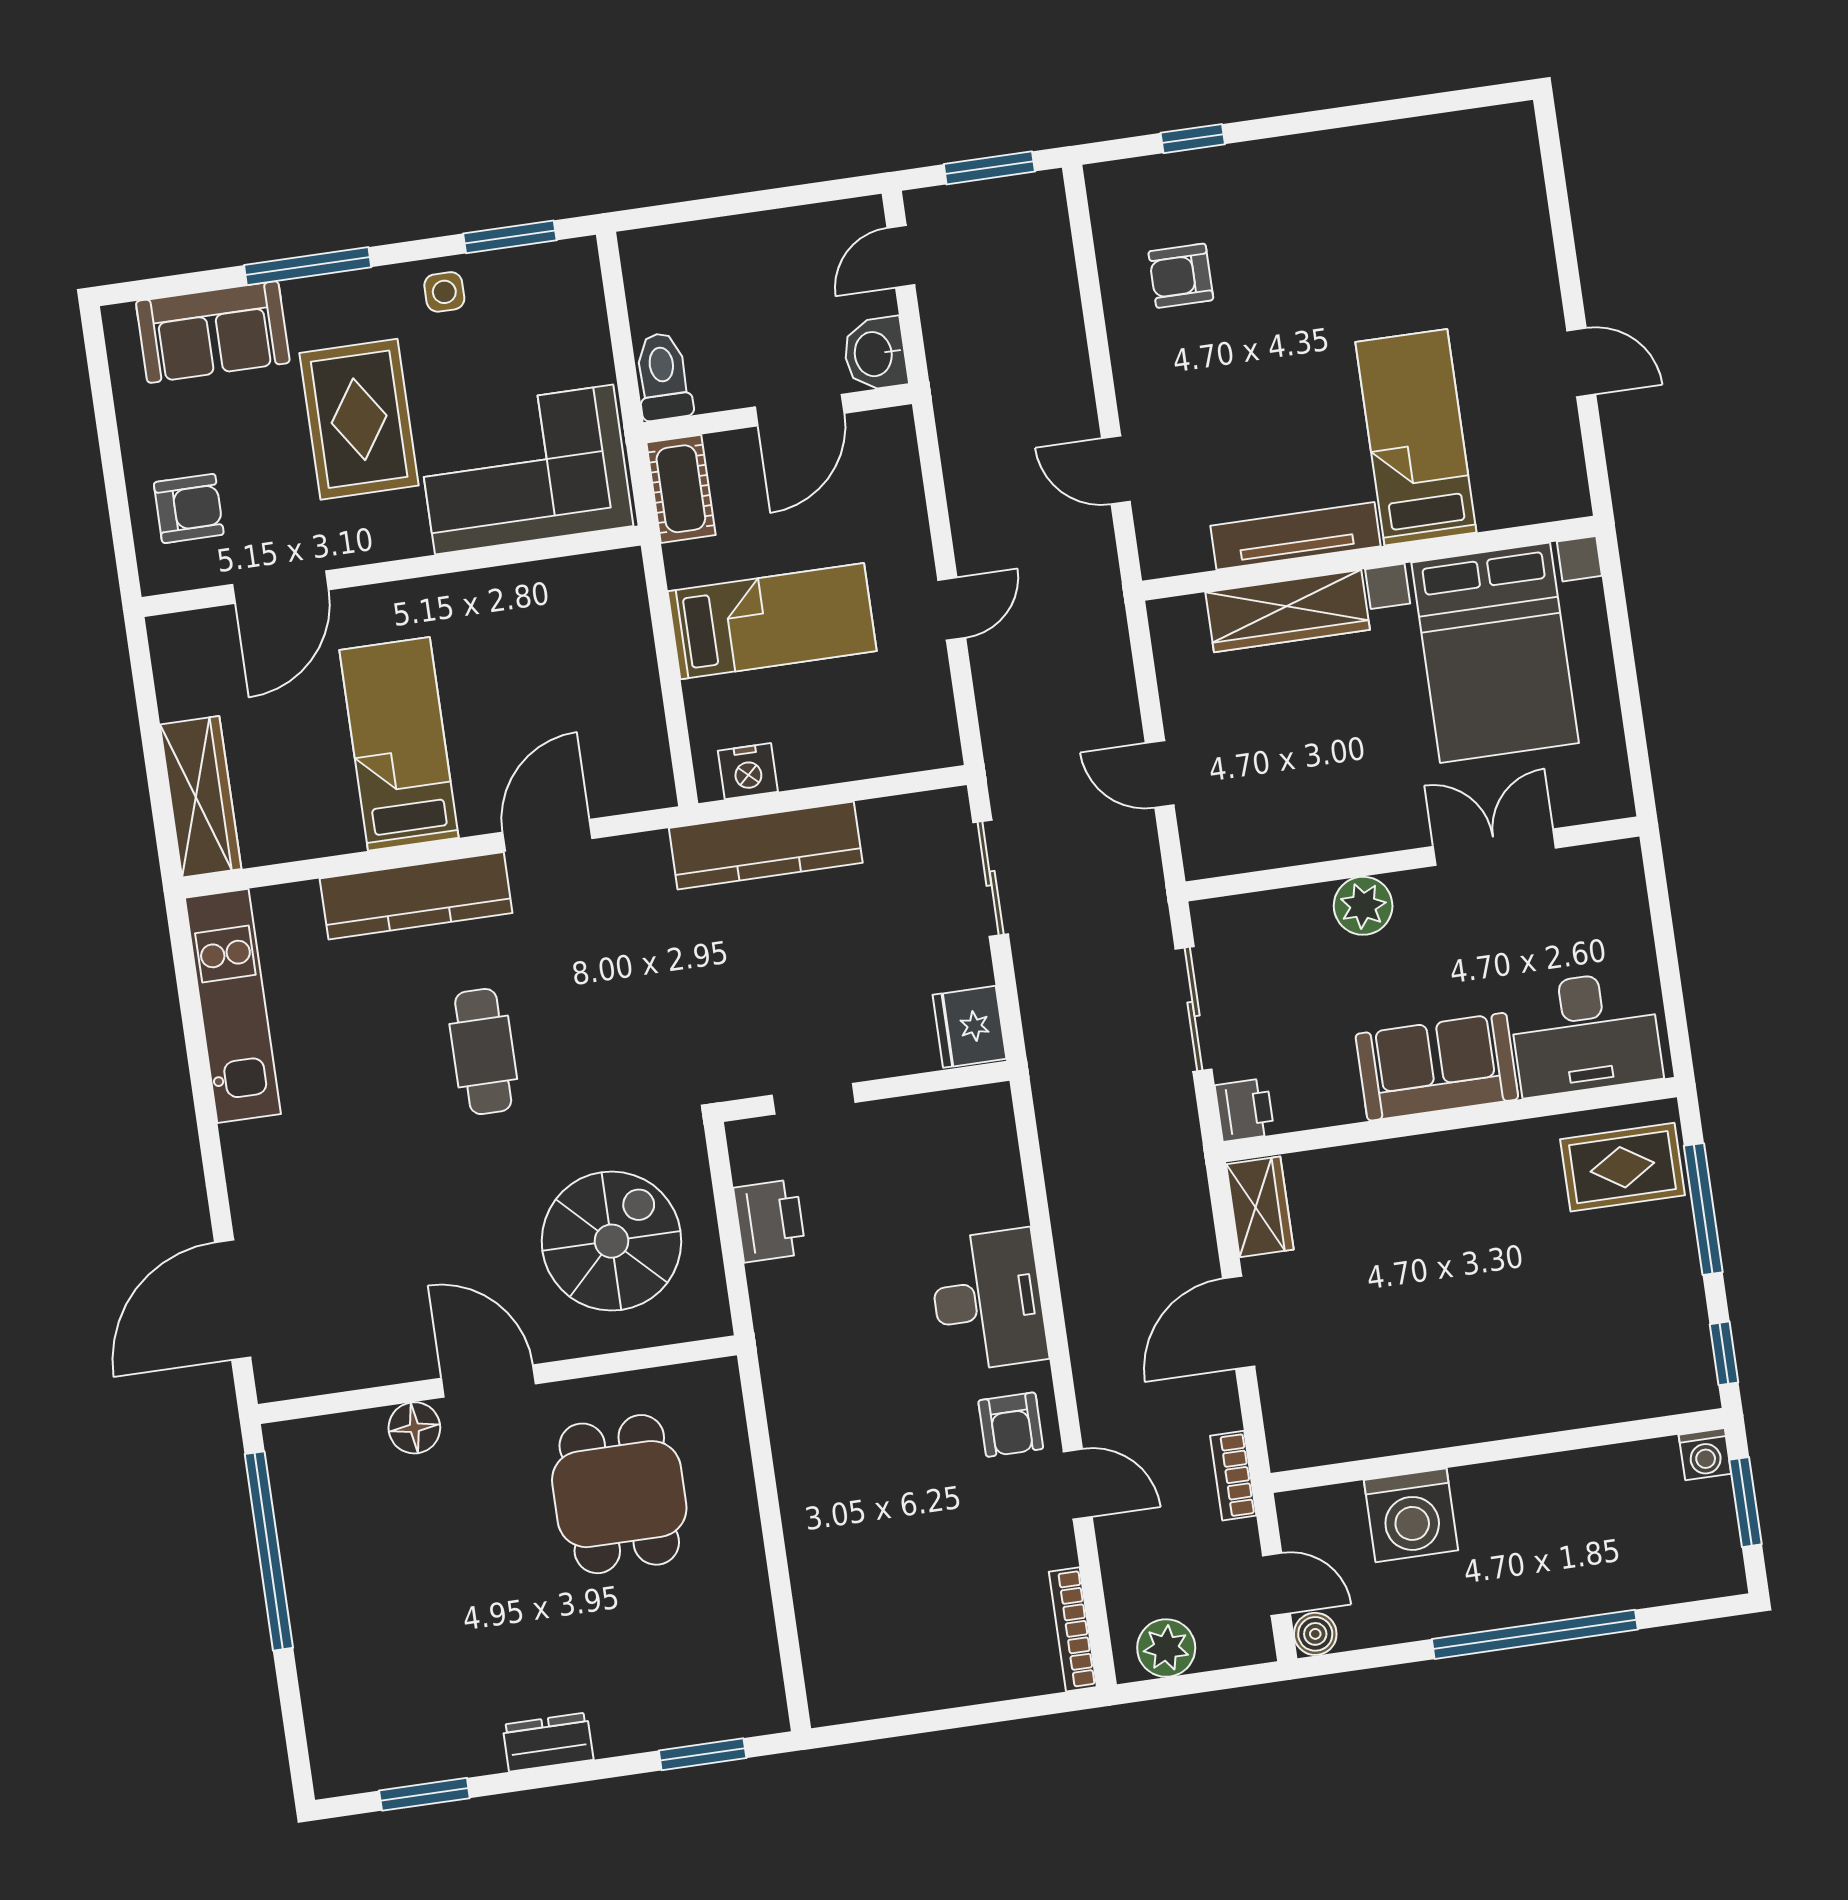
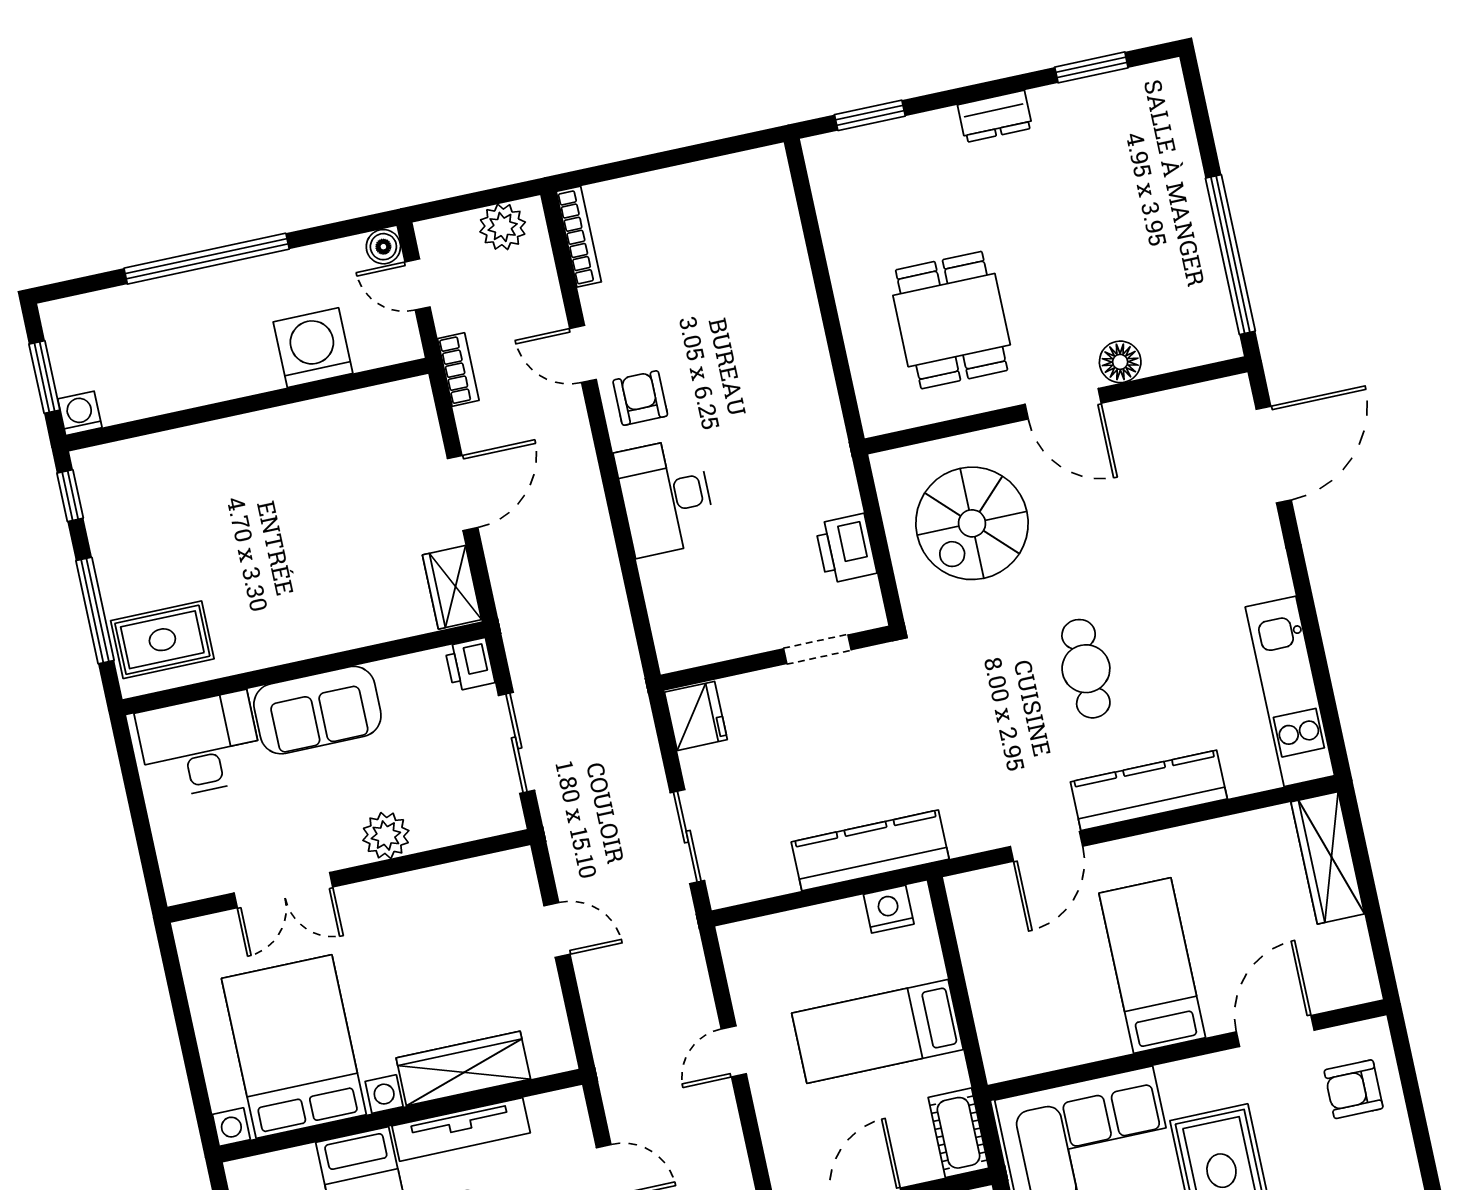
bed: (399, 744) -> (1152, 965), moved, turned 180

